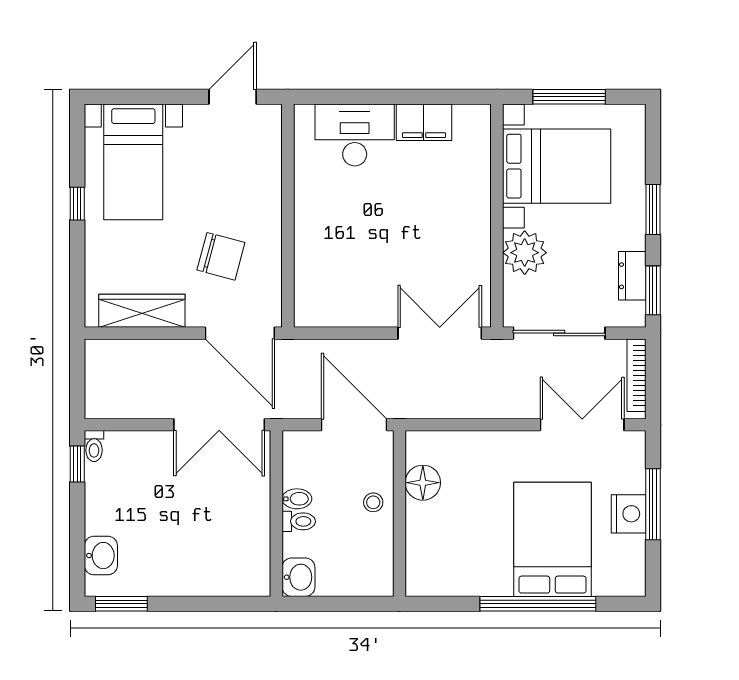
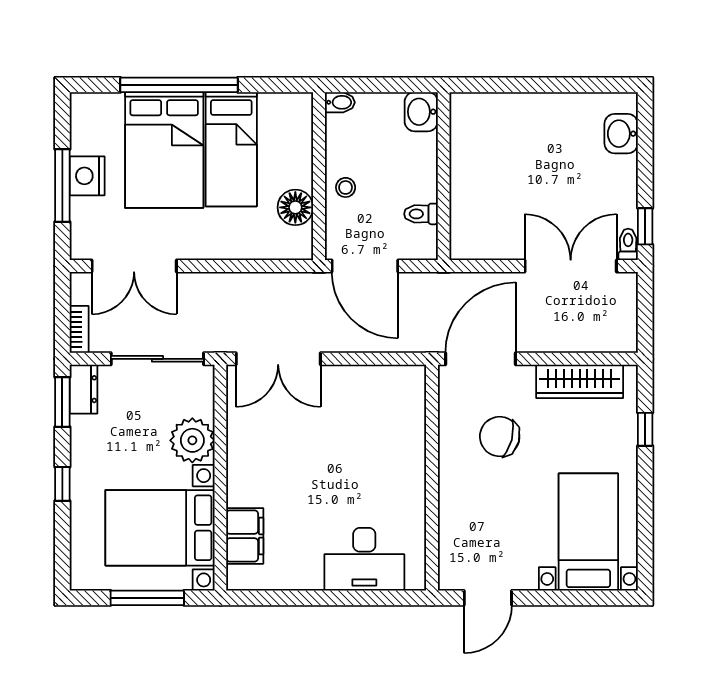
filing cabinet: (424, 122) -> (245, 536), moved, turned 90
window: (77, 204) -> (645, 429), moved
window: (653, 209) -> (62, 484), width x0.67
dresser: (632, 276) -> (83, 389), moved
door: (240, 333) -> (481, 359), hinge flipped
bookcase: (636, 375) -> (79, 329), width x0.64
double door: (219, 425) -> (571, 266), moved
bidet: (297, 499) -> (340, 102), moved, turned 180
toilet: (299, 521) -> (421, 214), moved
bed: (486, 540) -> (231, 149), added
window: (121, 604) -> (600, 85), removed

